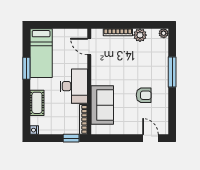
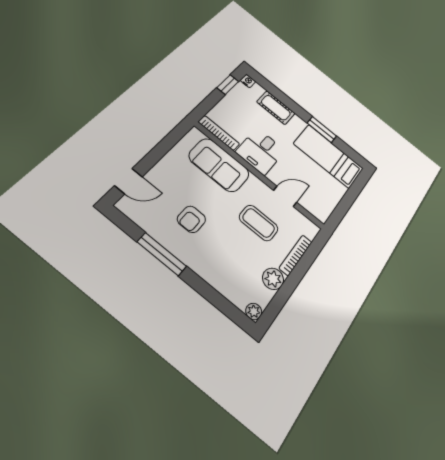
door: (89, 47) -> (285, 196), moved
coffee table: (117, 62) -> (259, 223), added
window: (172, 72) -> (162, 254), moved
desk: (74, 86) -> (261, 151), width x0.73
window: (71, 138) -> (228, 85), moved

